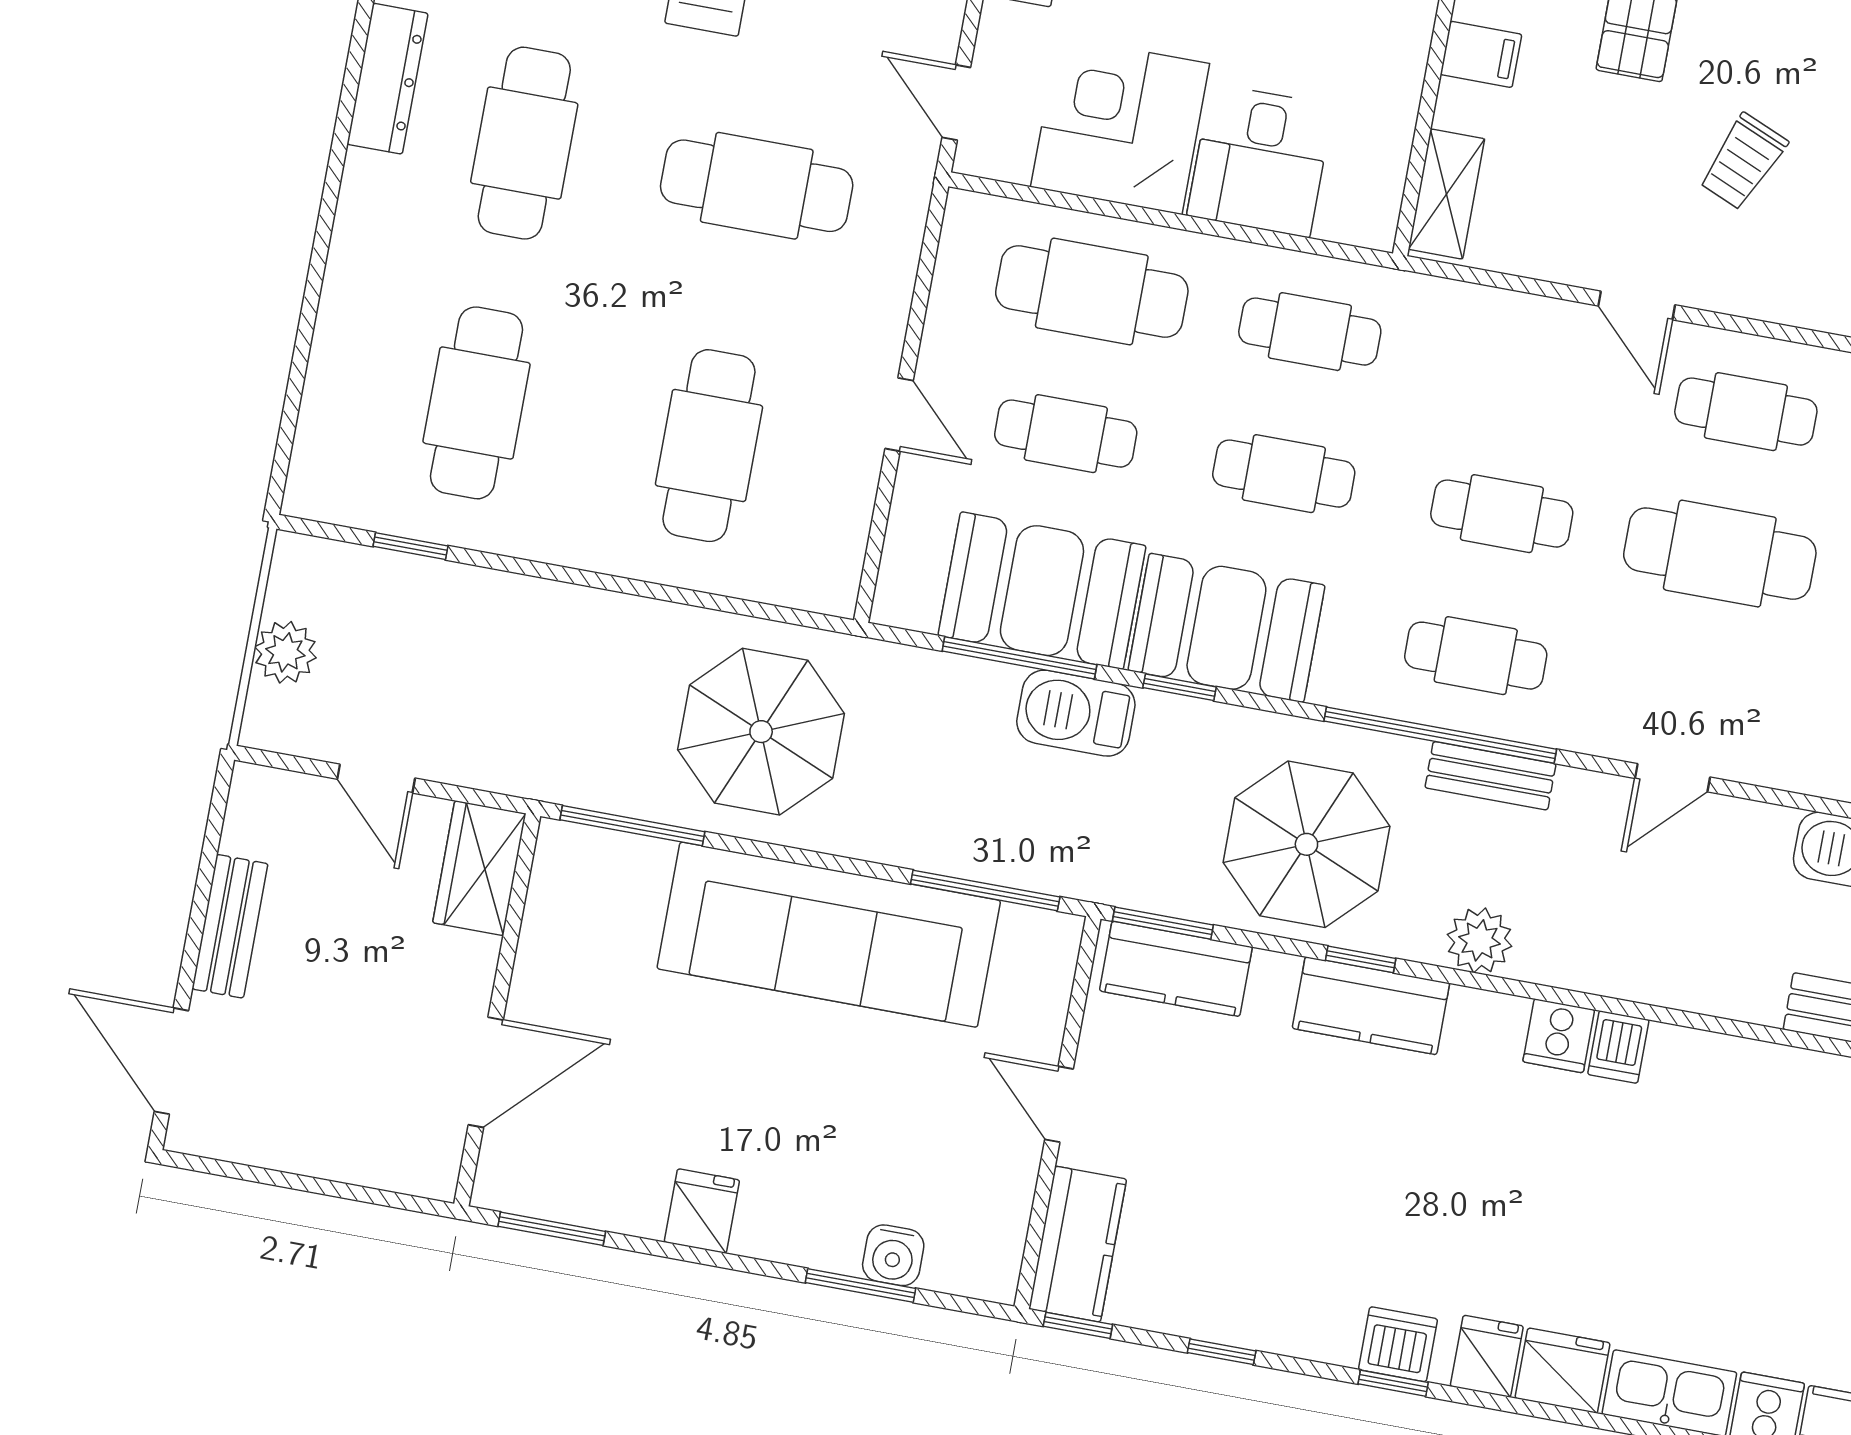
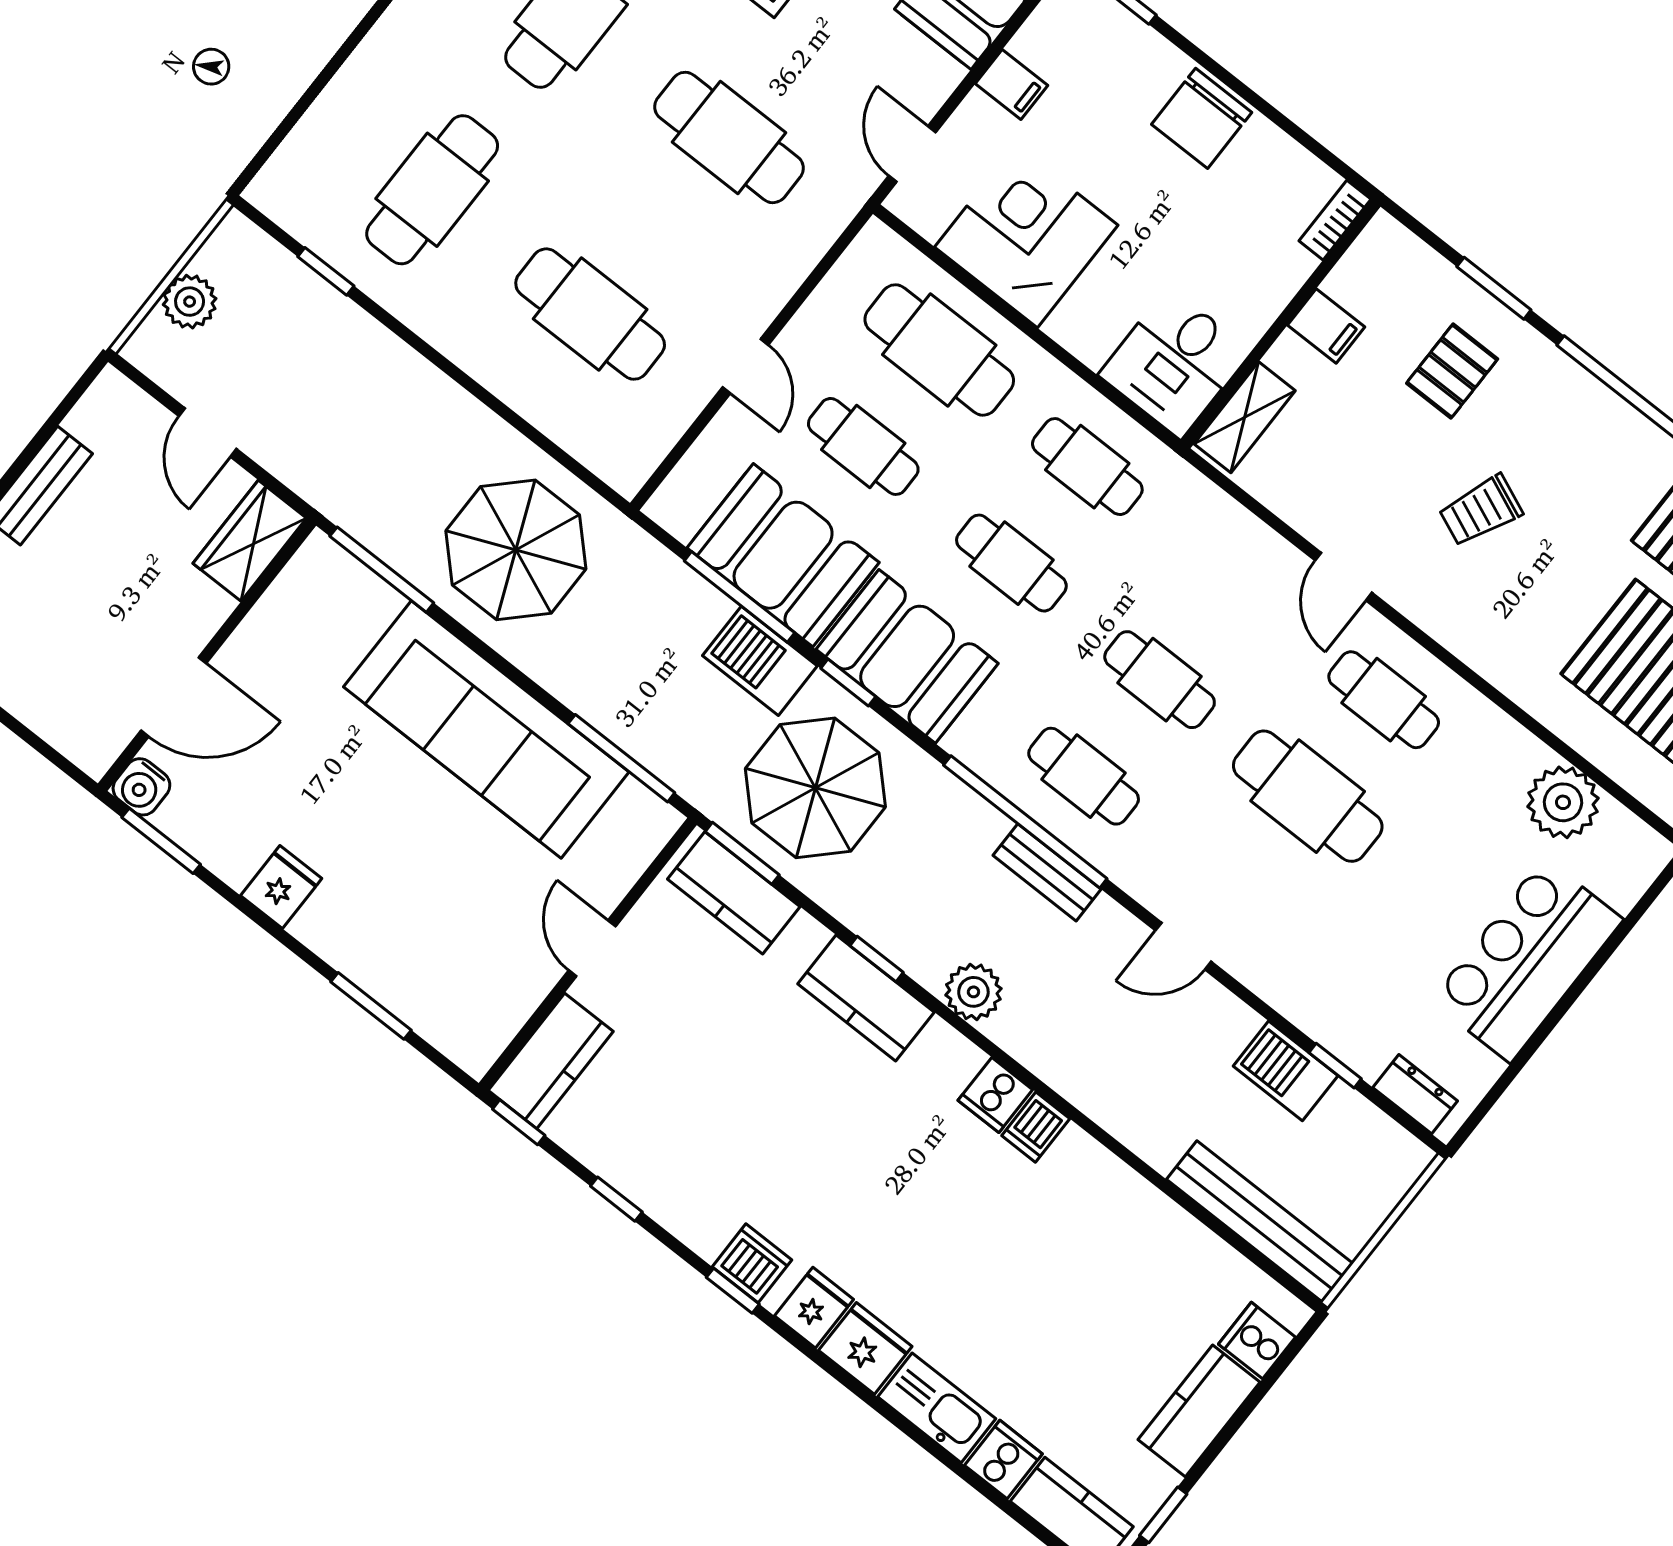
desk: (1260, 161) -> (1175, 363), moved
cafe table: (709, 446) -> (590, 314), turned 90
parasol: (1306, 844) -> (815, 788), moved
water cooler: (893, 1255) -> (141, 787), moved

